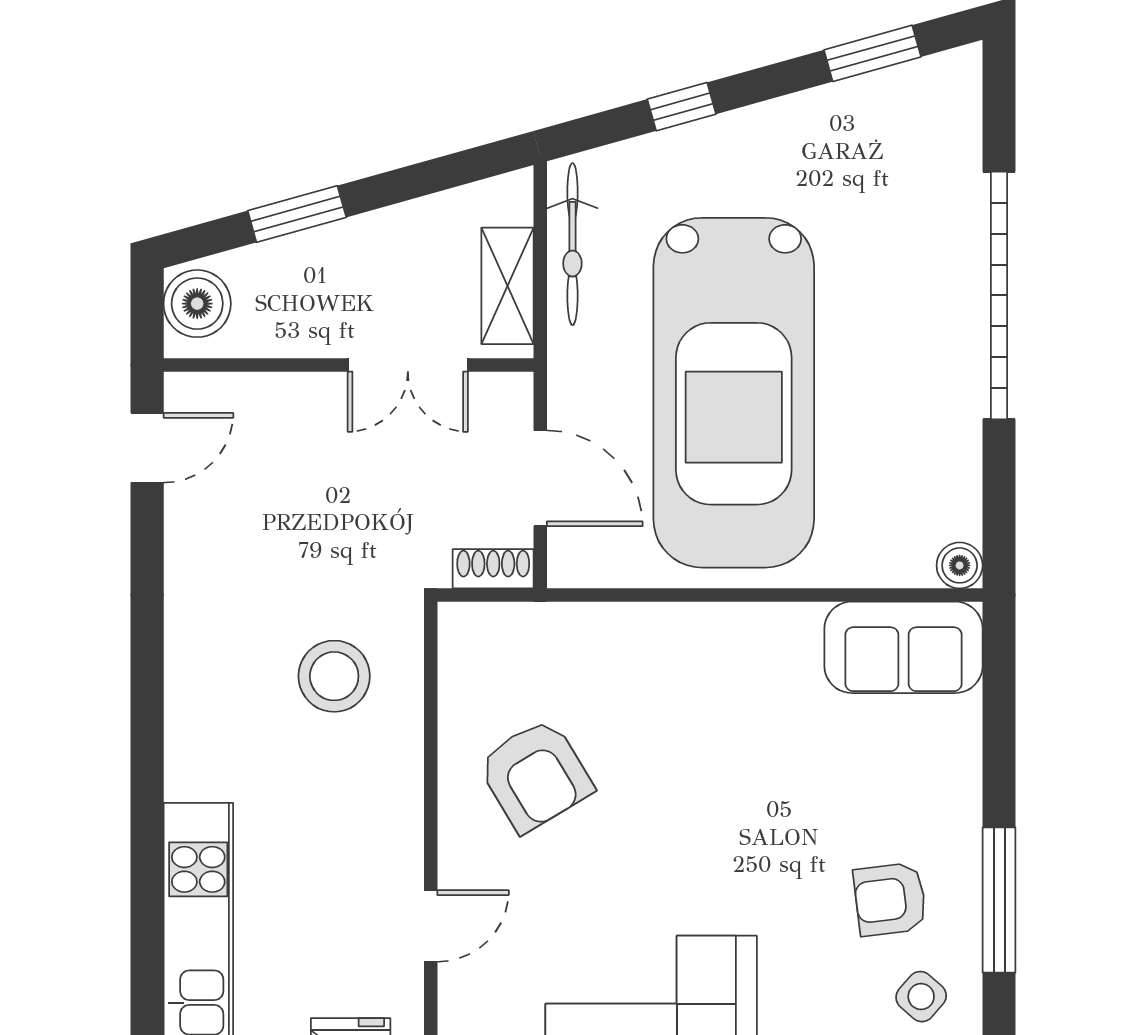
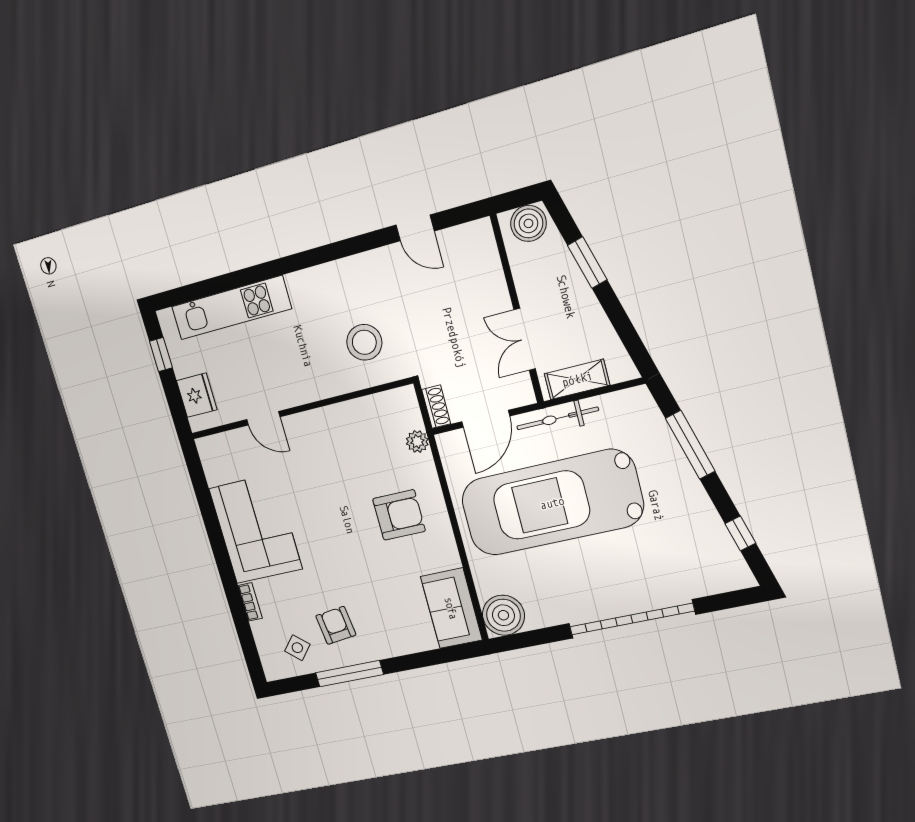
window: (872, 53) -> (740, 533), width x0.67
window: (682, 107) -> (690, 445), width x2.17
bicycle: (572, 244) -> (557, 418), moved
door: (147, 448) -> (415, 228), moved
boiler: (960, 565) -> (503, 615), width x1.86, depth x1.86
plant: (552, 625) -> (417, 442), added
armchair: (535, 775) -> (399, 515), moved, turned -149

